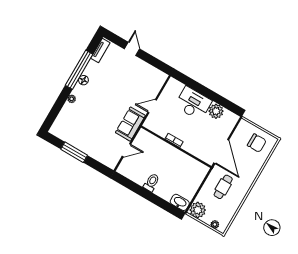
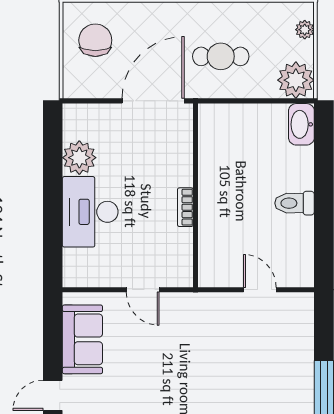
sofa: (130, 124) -> (82, 339), moved, turned -90

